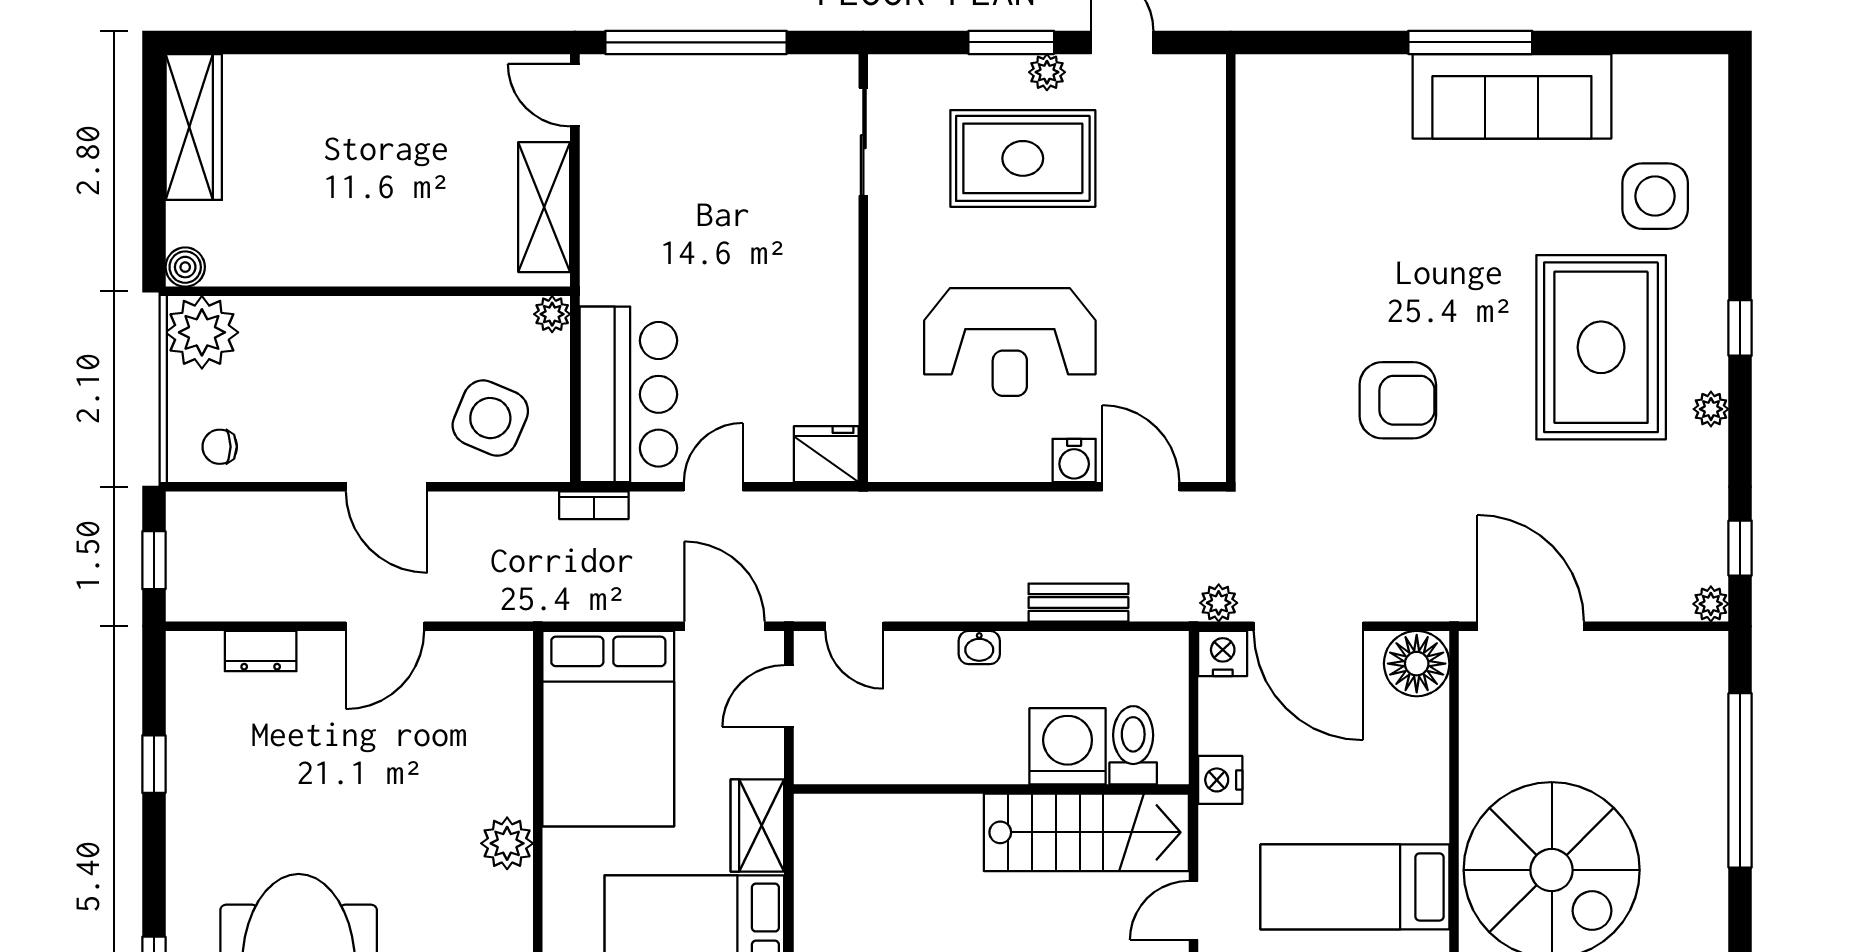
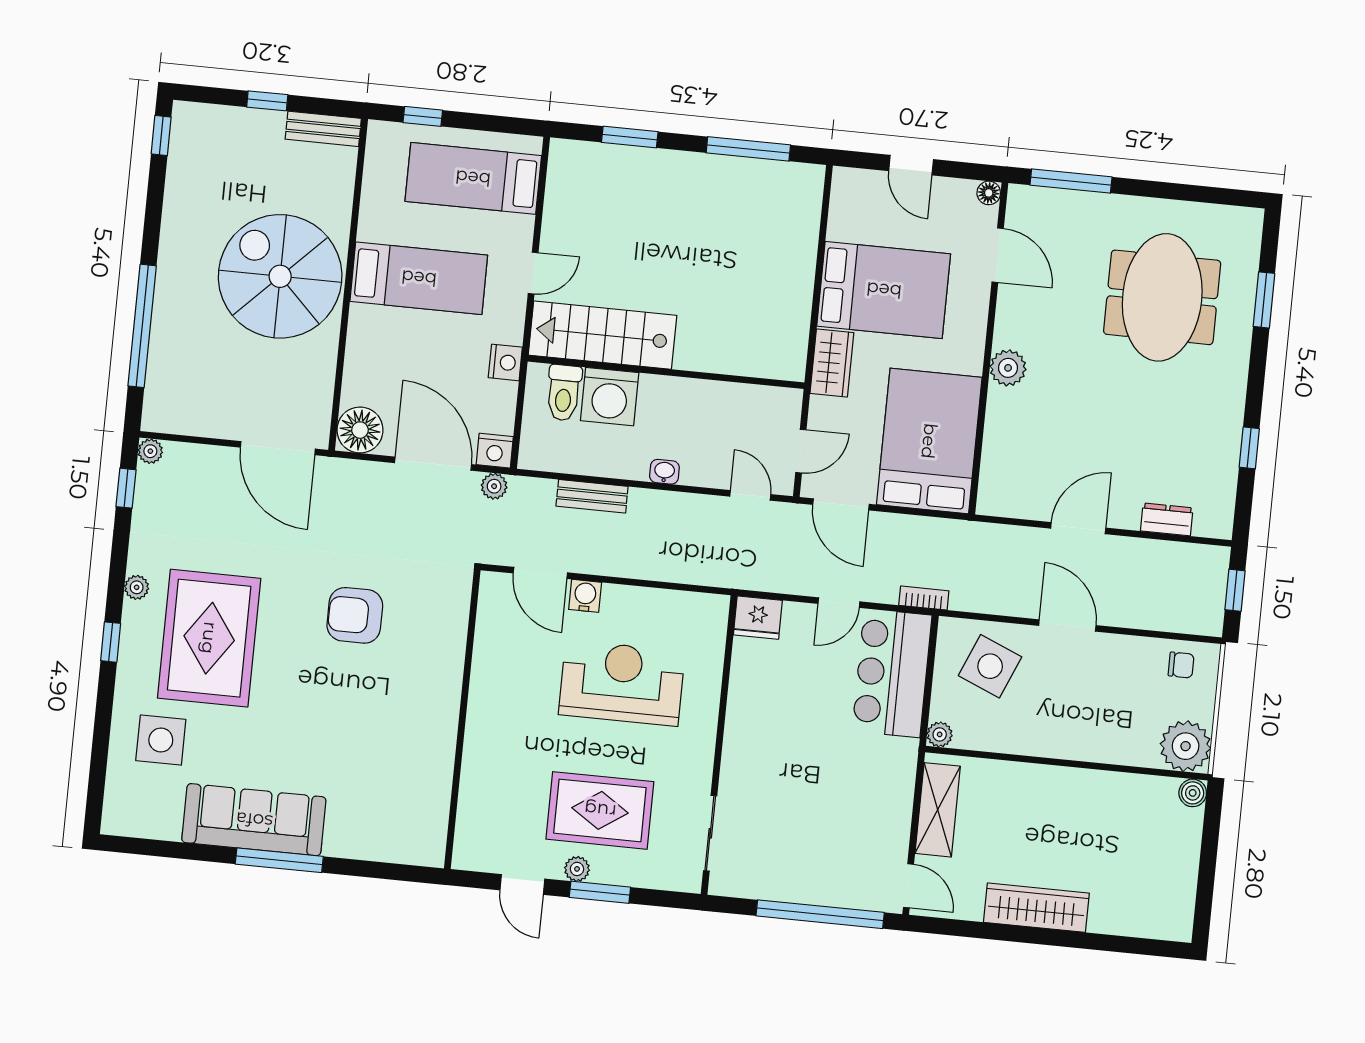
wardrobe: (194, 127) -> (1036, 908), moved, turned 90

